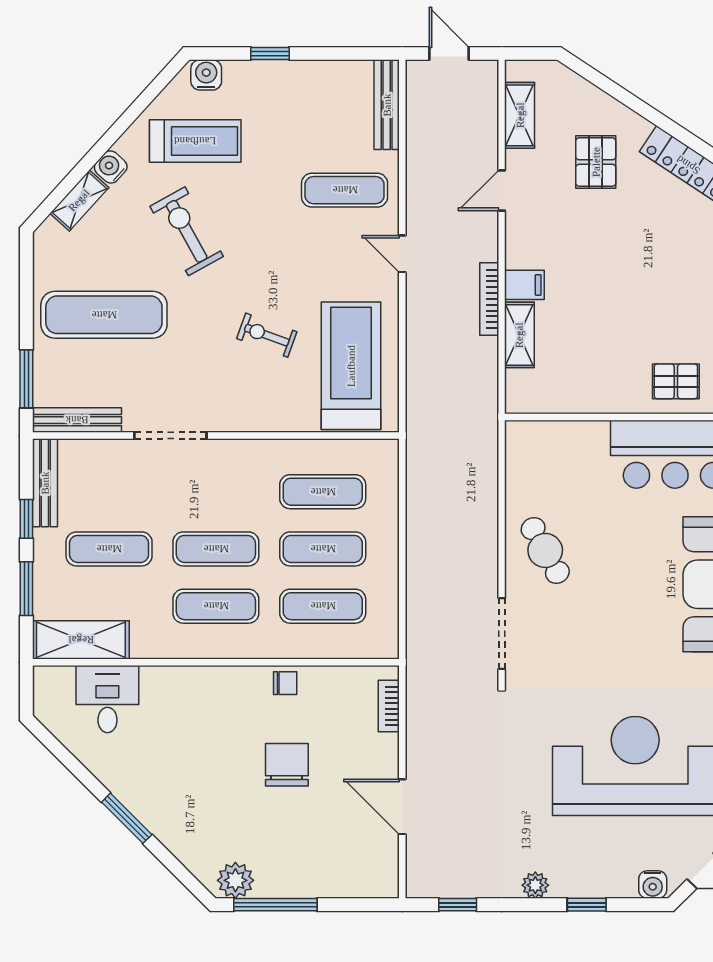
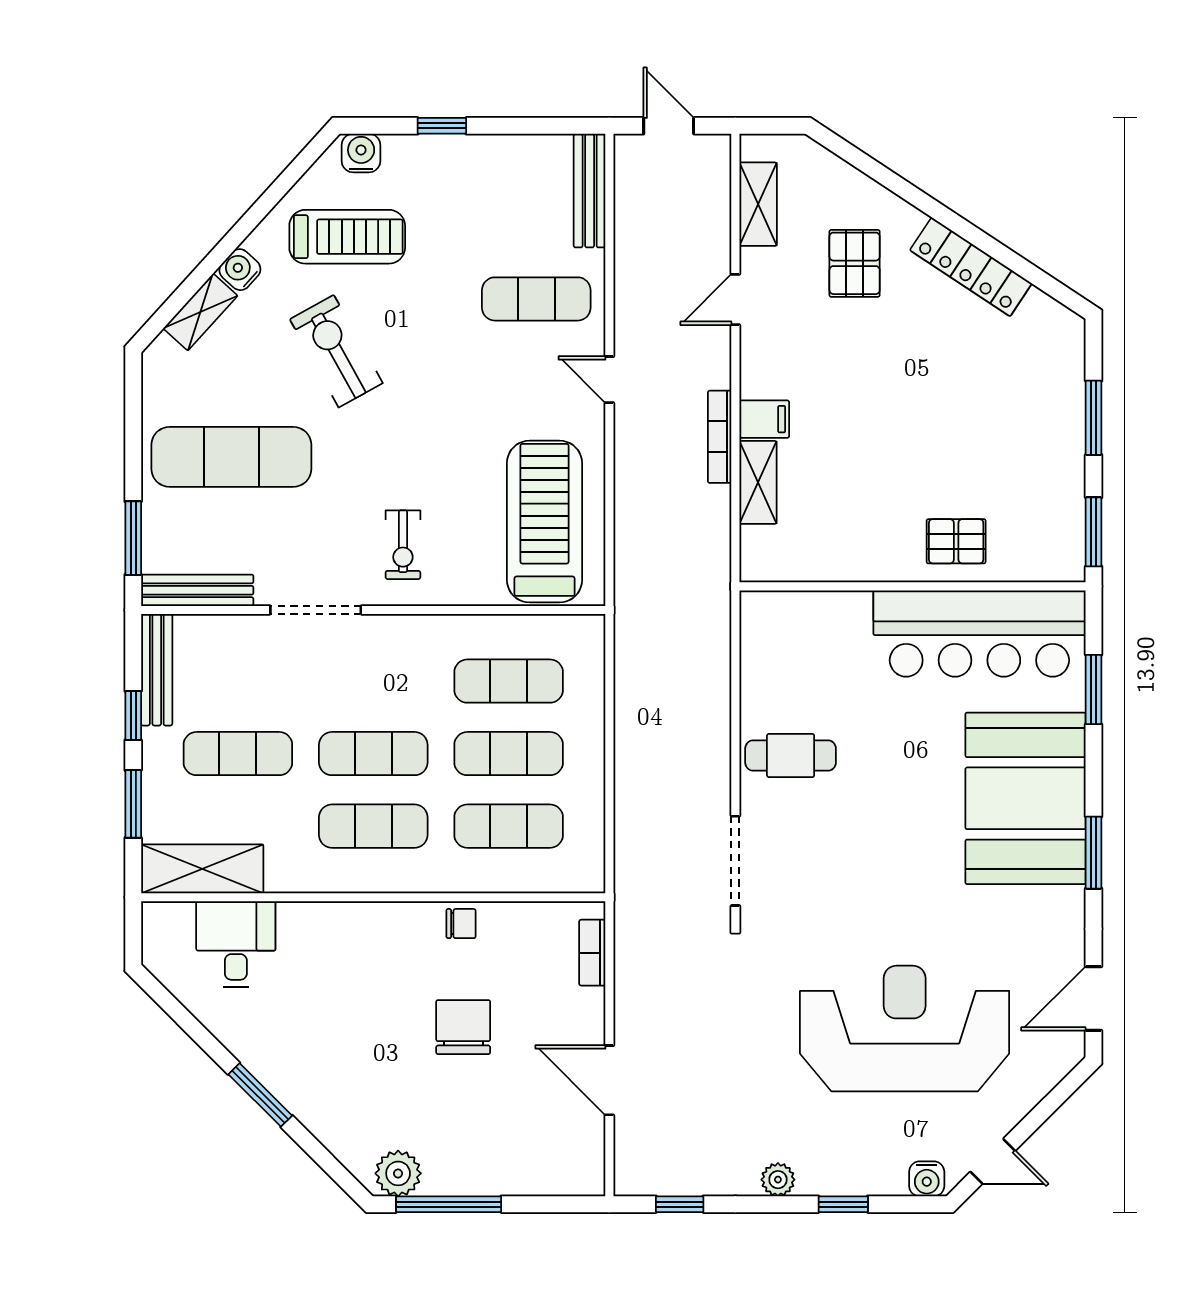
exercise bike: (267, 335) -> (403, 545), moved, turned -110
cafe table: (545, 550) -> (791, 756), turned -61

